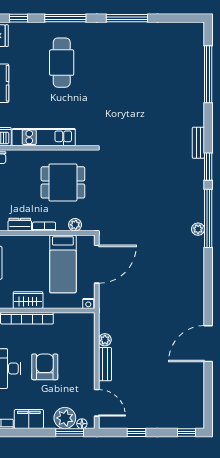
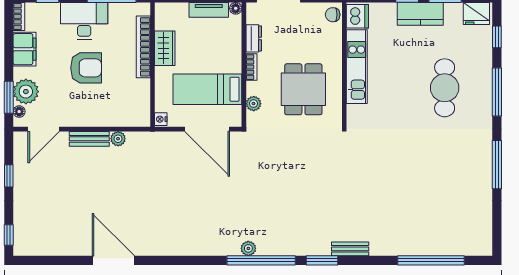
cafe table: (62, 63) -> (445, 88), turned 90

